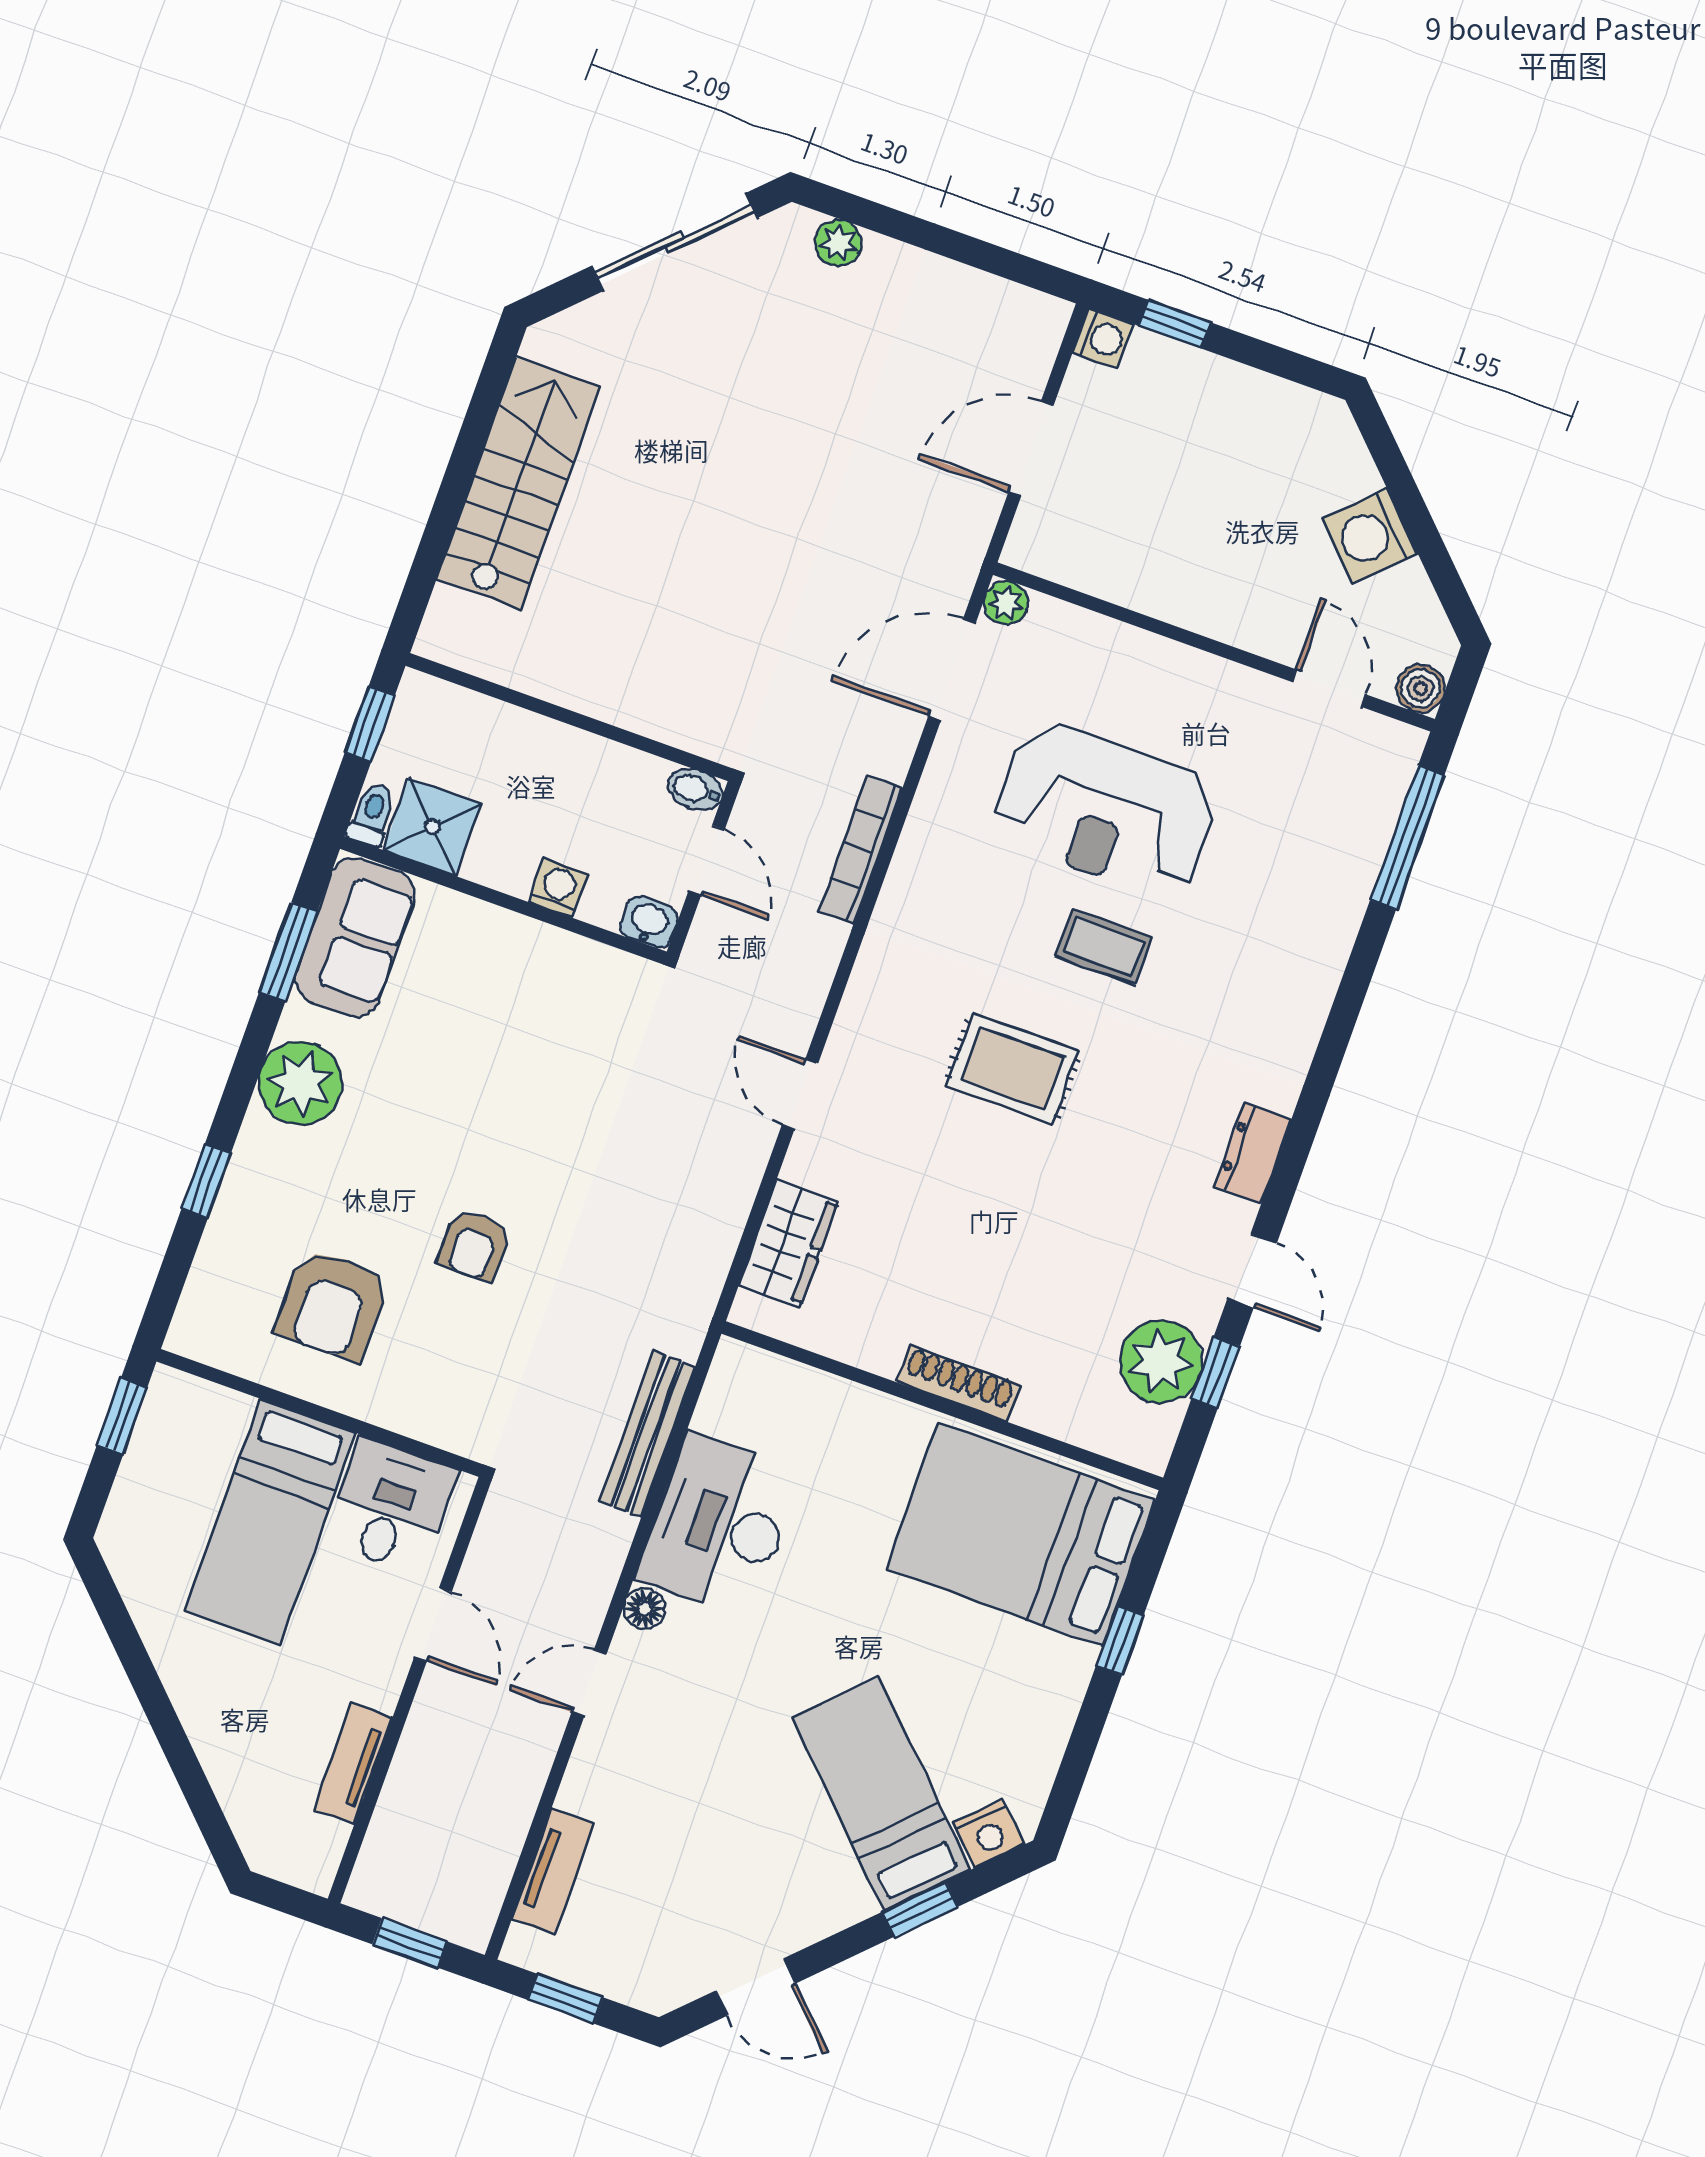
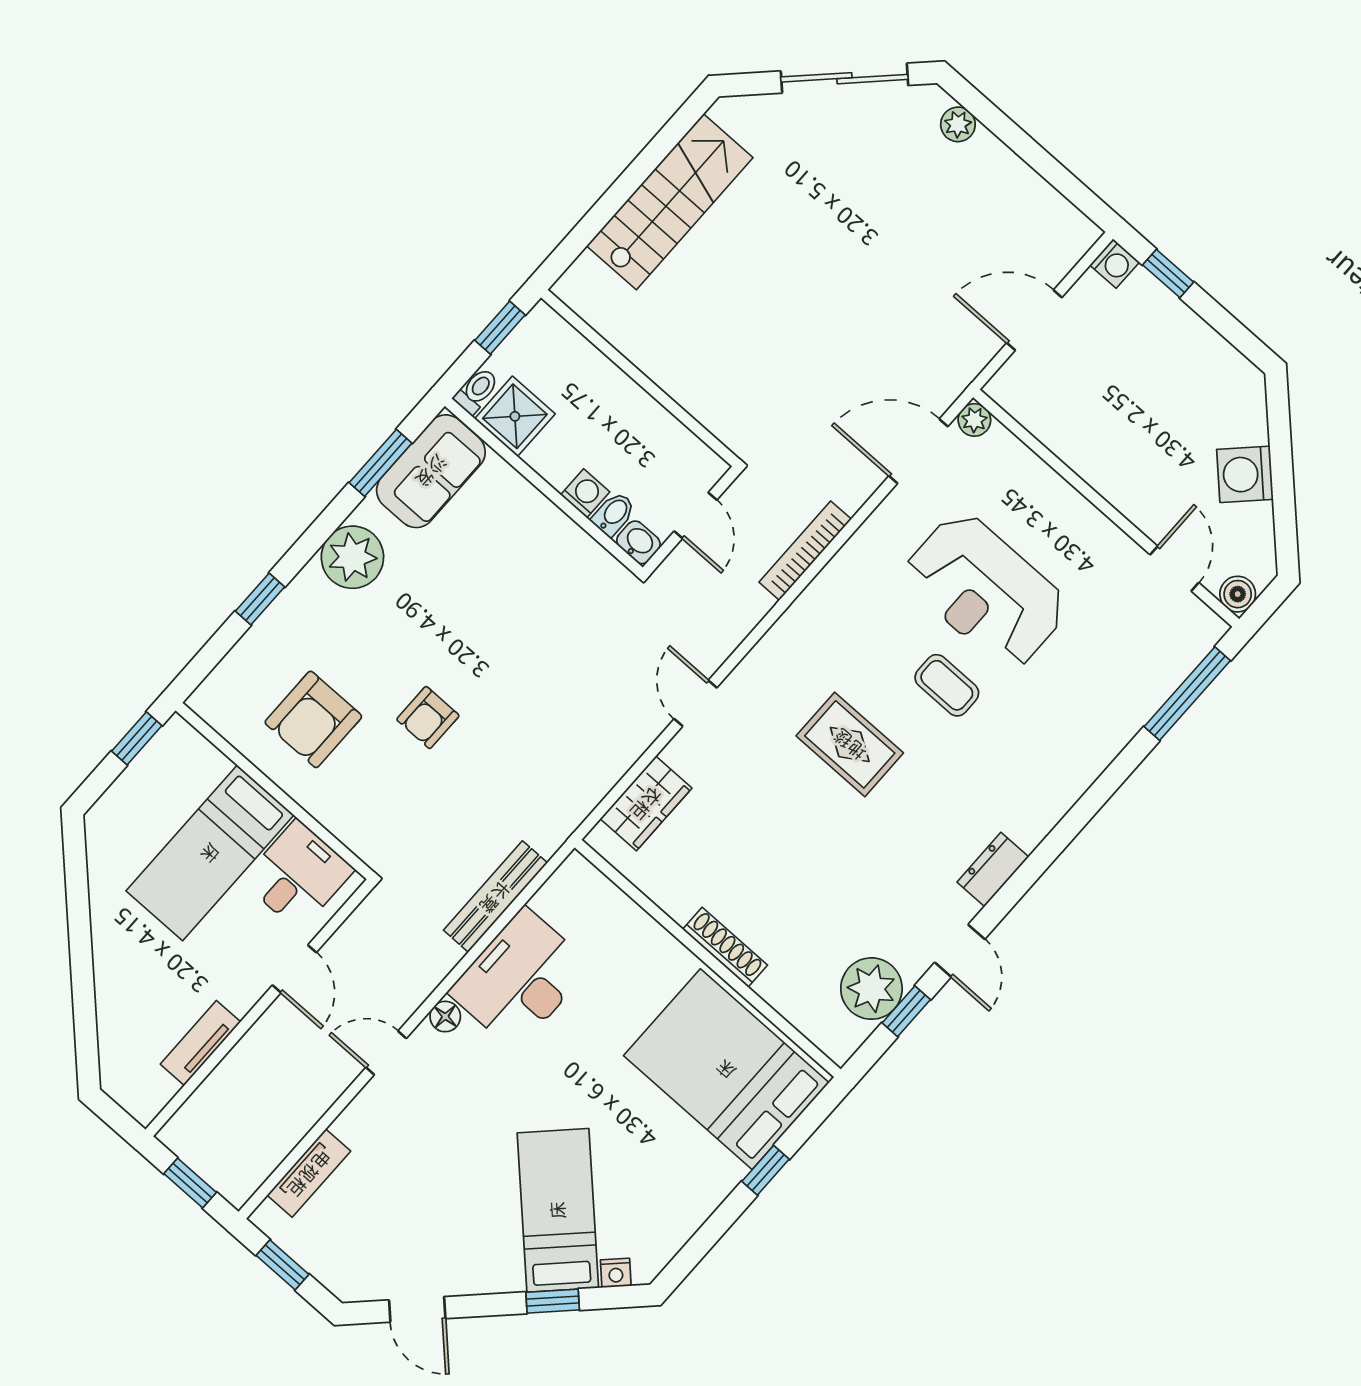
bidet: (695, 790) -> (614, 514), moved, turned 90
nightstand: (988, 1834) -> (616, 1273), width x0.72, depth x0.74

